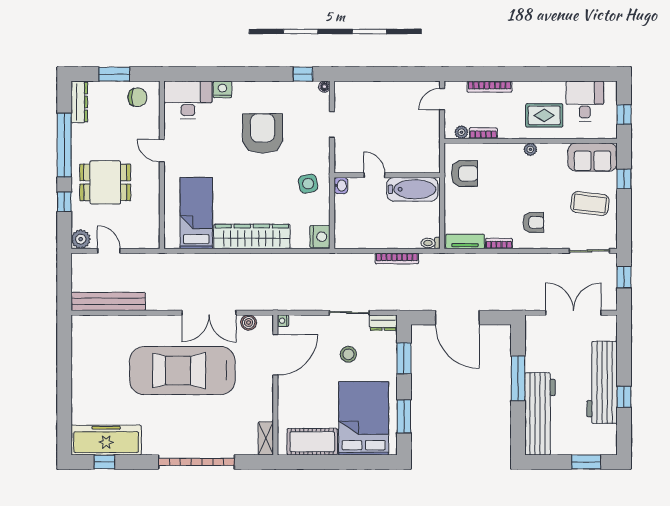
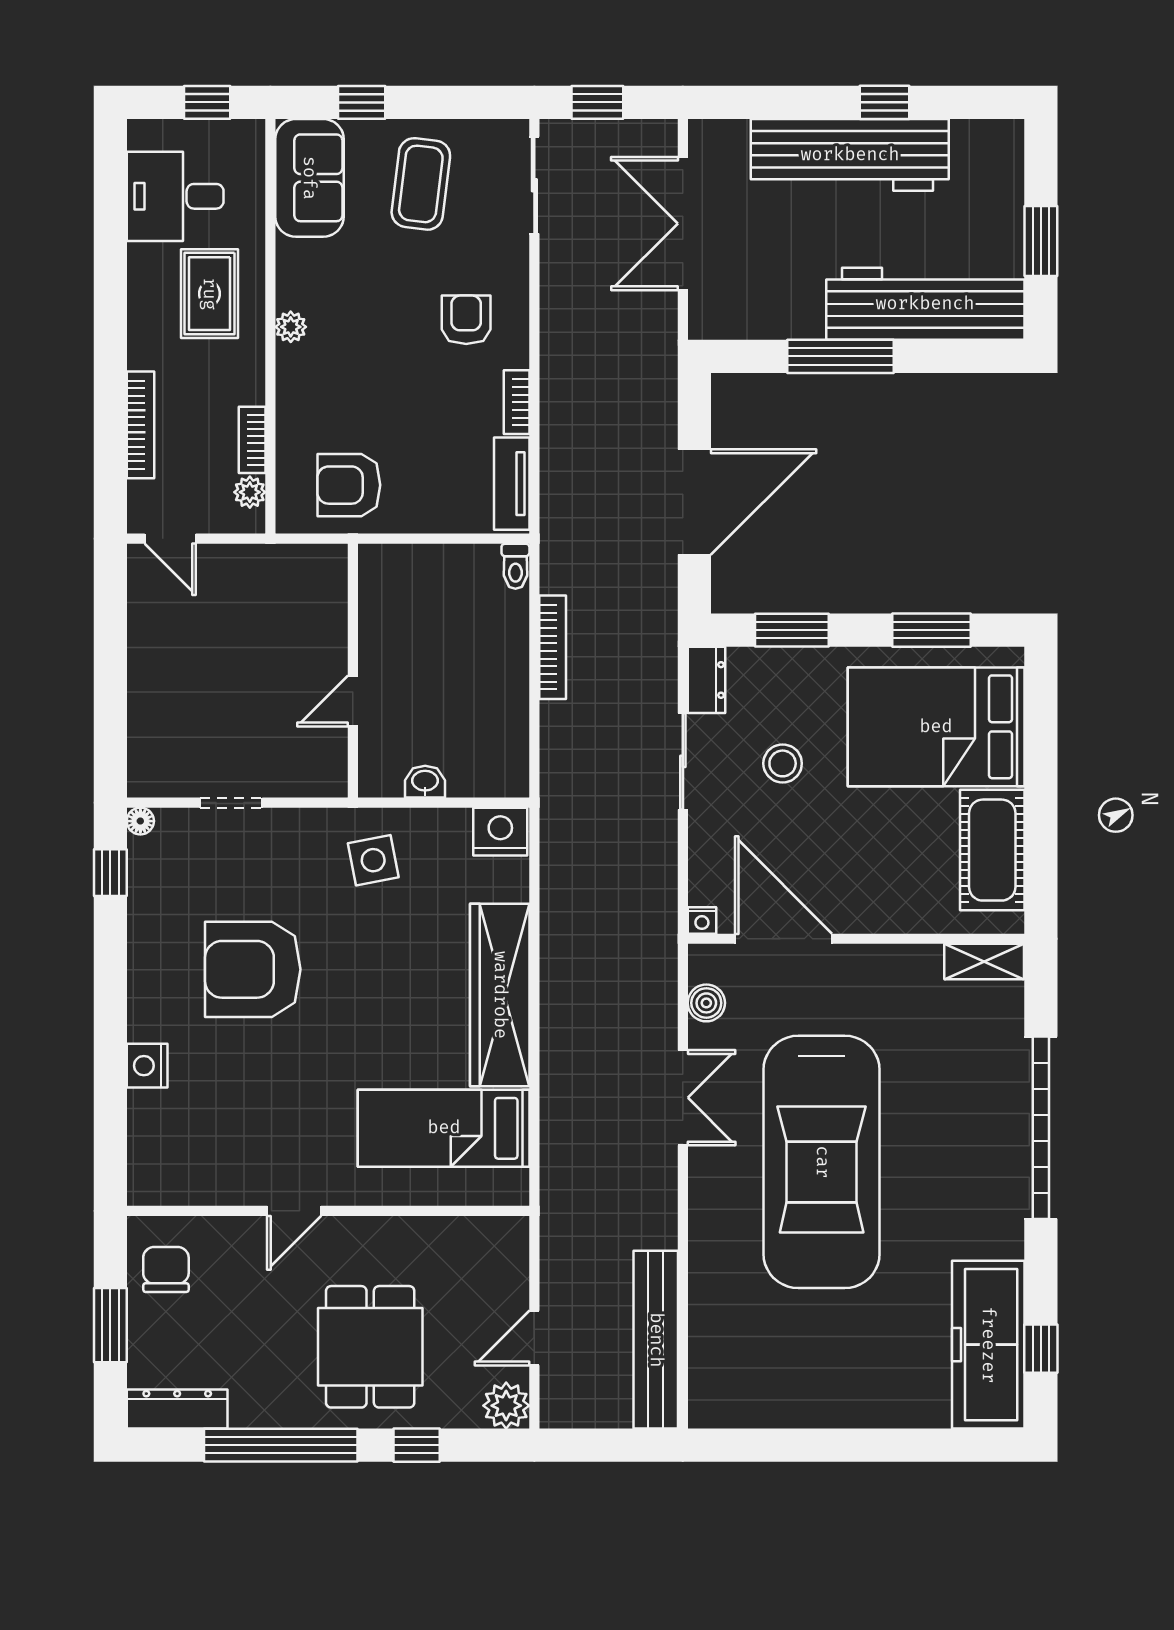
desk: (188, 100) -> (172, 1148), removed
armchair: (464, 174) -> (349, 485), turned -90
washbasin: (341, 186) -> (425, 782), moved
bathtub: (412, 189) -> (387, 610), removed
double door: (209, 313) -> (683, 1098), width x0.73
window: (586, 462) -> (1041, 241), moved

